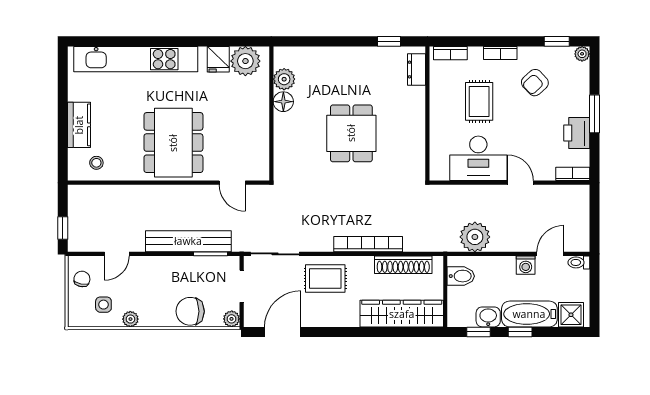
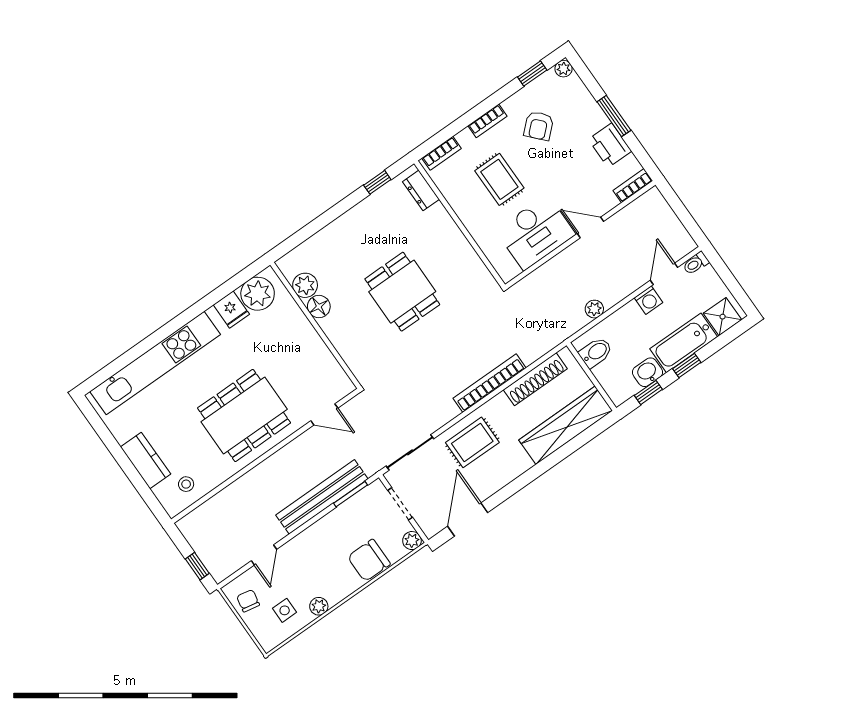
dining table: (173, 143) -> (244, 415), turned 90
plant: (475, 237) -> (594, 309), width x0.53, depth x0.53

